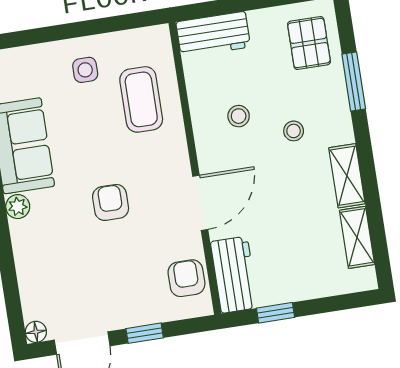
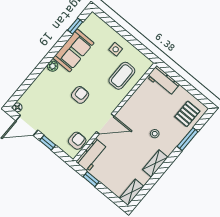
stool: (239, 116) -> (144, 112), removed
shelving: (357, 237) -> (132, 192), moved

